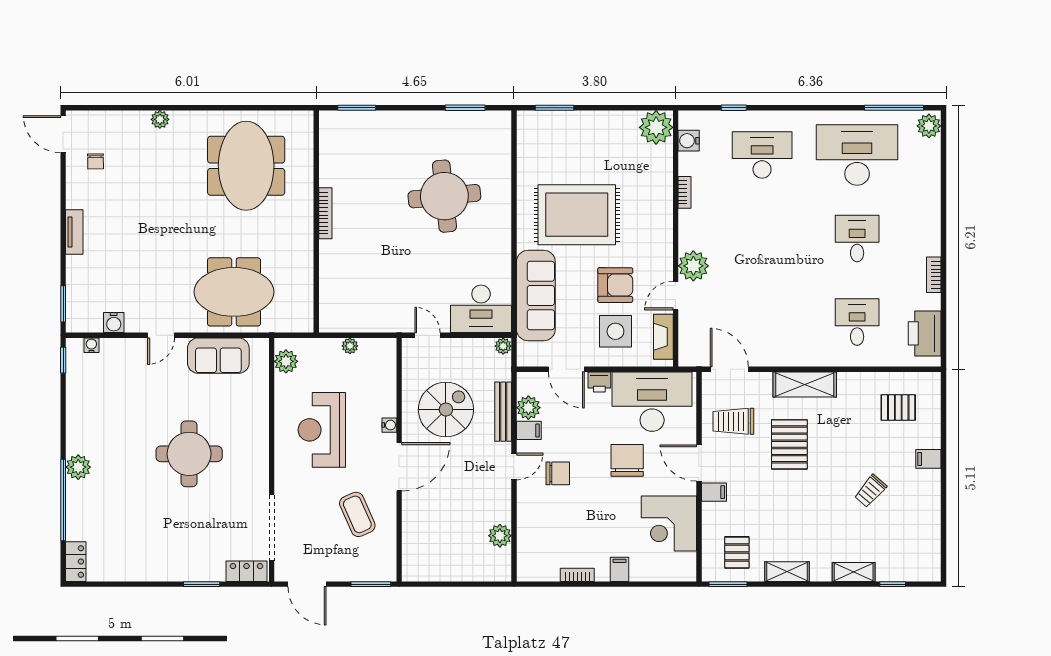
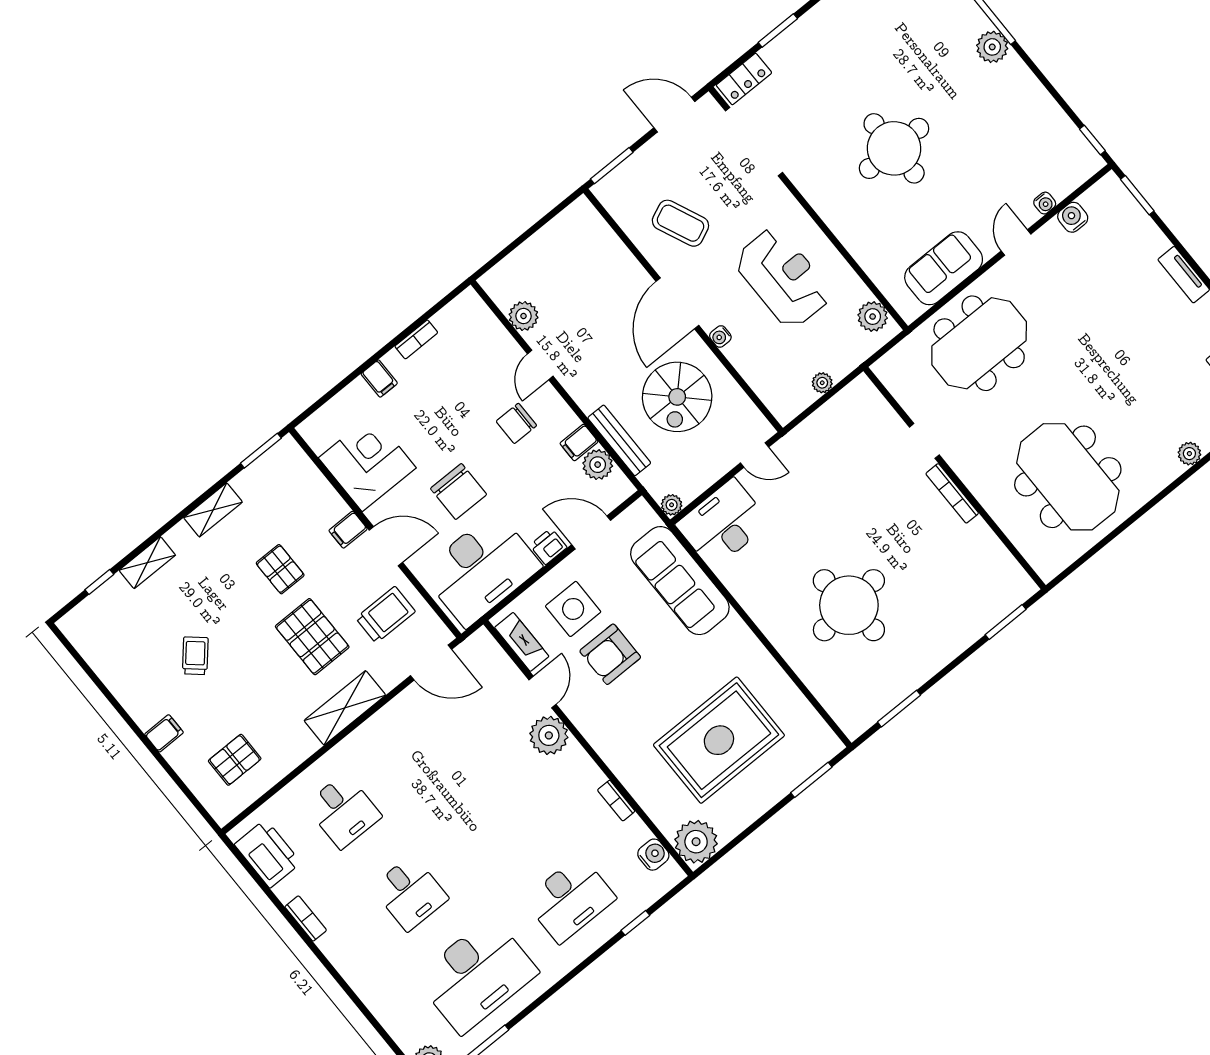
rug: (577, 215) -> (719, 740), moved
doorway: (316, 259) -> (924, 441), added
water cooler: (91, 345) -> (1045, 203), moved
door: (514, 466) -> (540, 365), moved
pallet: (737, 552) -> (280, 569), moved

